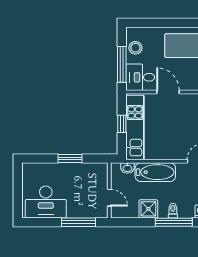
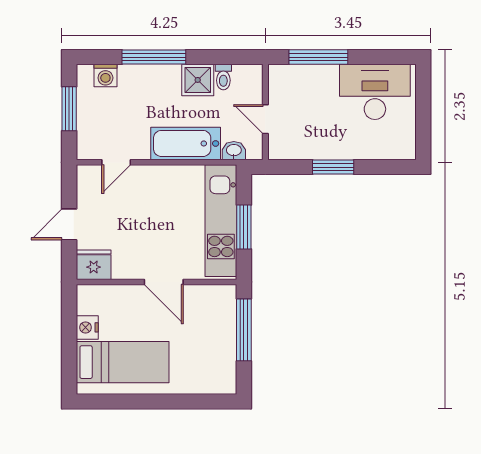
stool: (135, 48) -> (220, 358), removed
desk: (140, 77) -> (212, 307), removed
window: (122, 124) -> (244, 227), width x1.50
door: (109, 198) -> (265, 119), moved
toilet: (173, 211) -> (223, 77), moved

